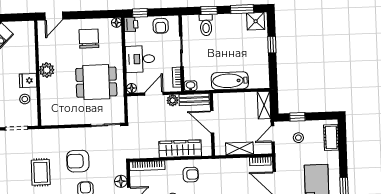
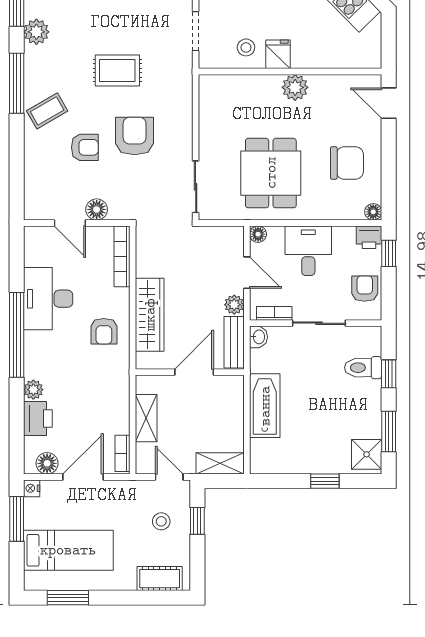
armchair: (161, 26) -> (365, 289), turned 90

